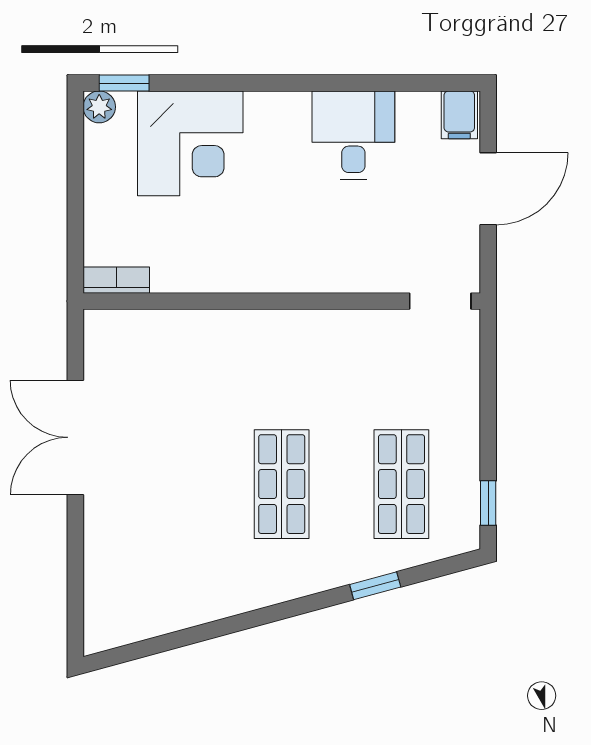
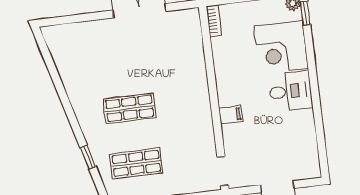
filing cabinet: (459, 115) -> (231, 115), moved, turned 180
desk: (353, 135) -> (290, 91), moved

